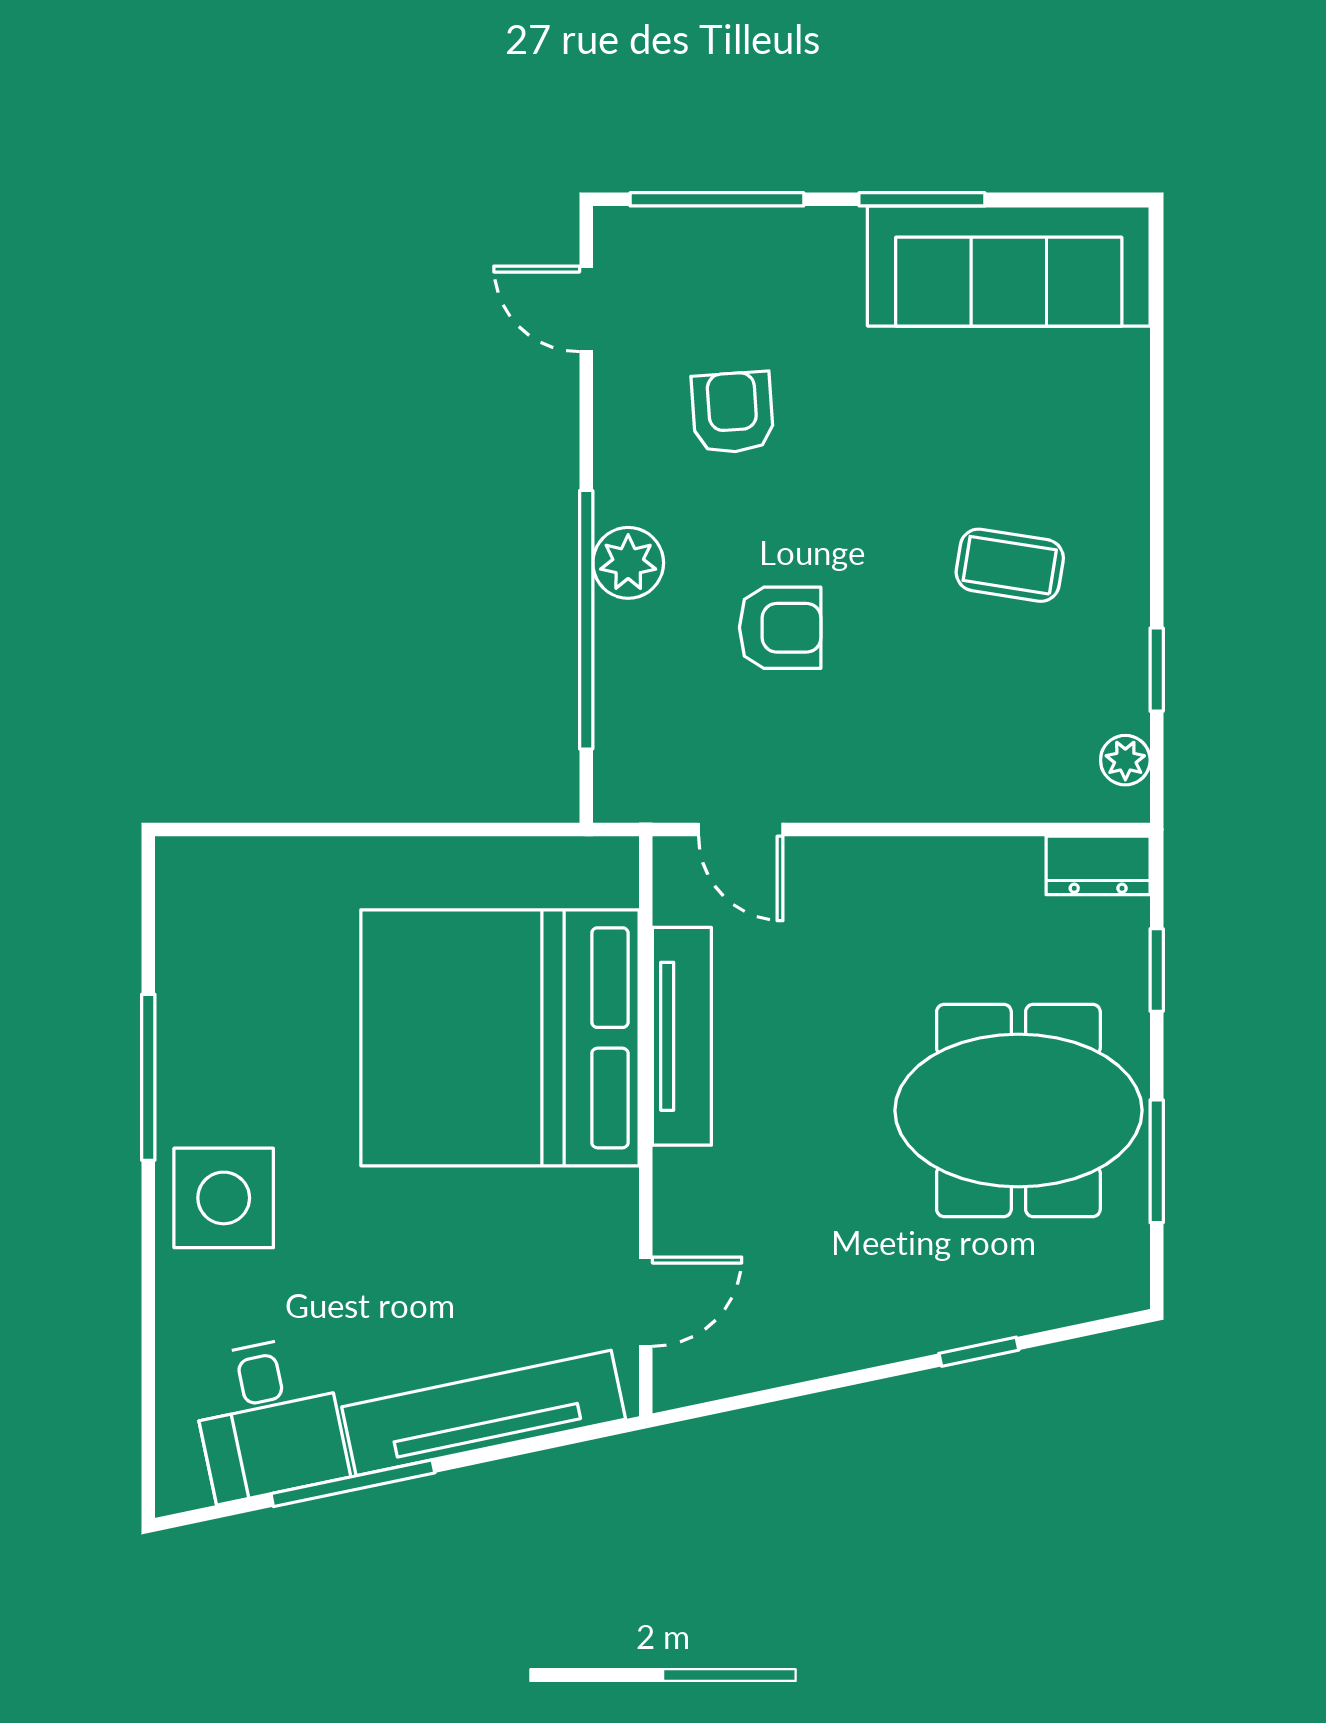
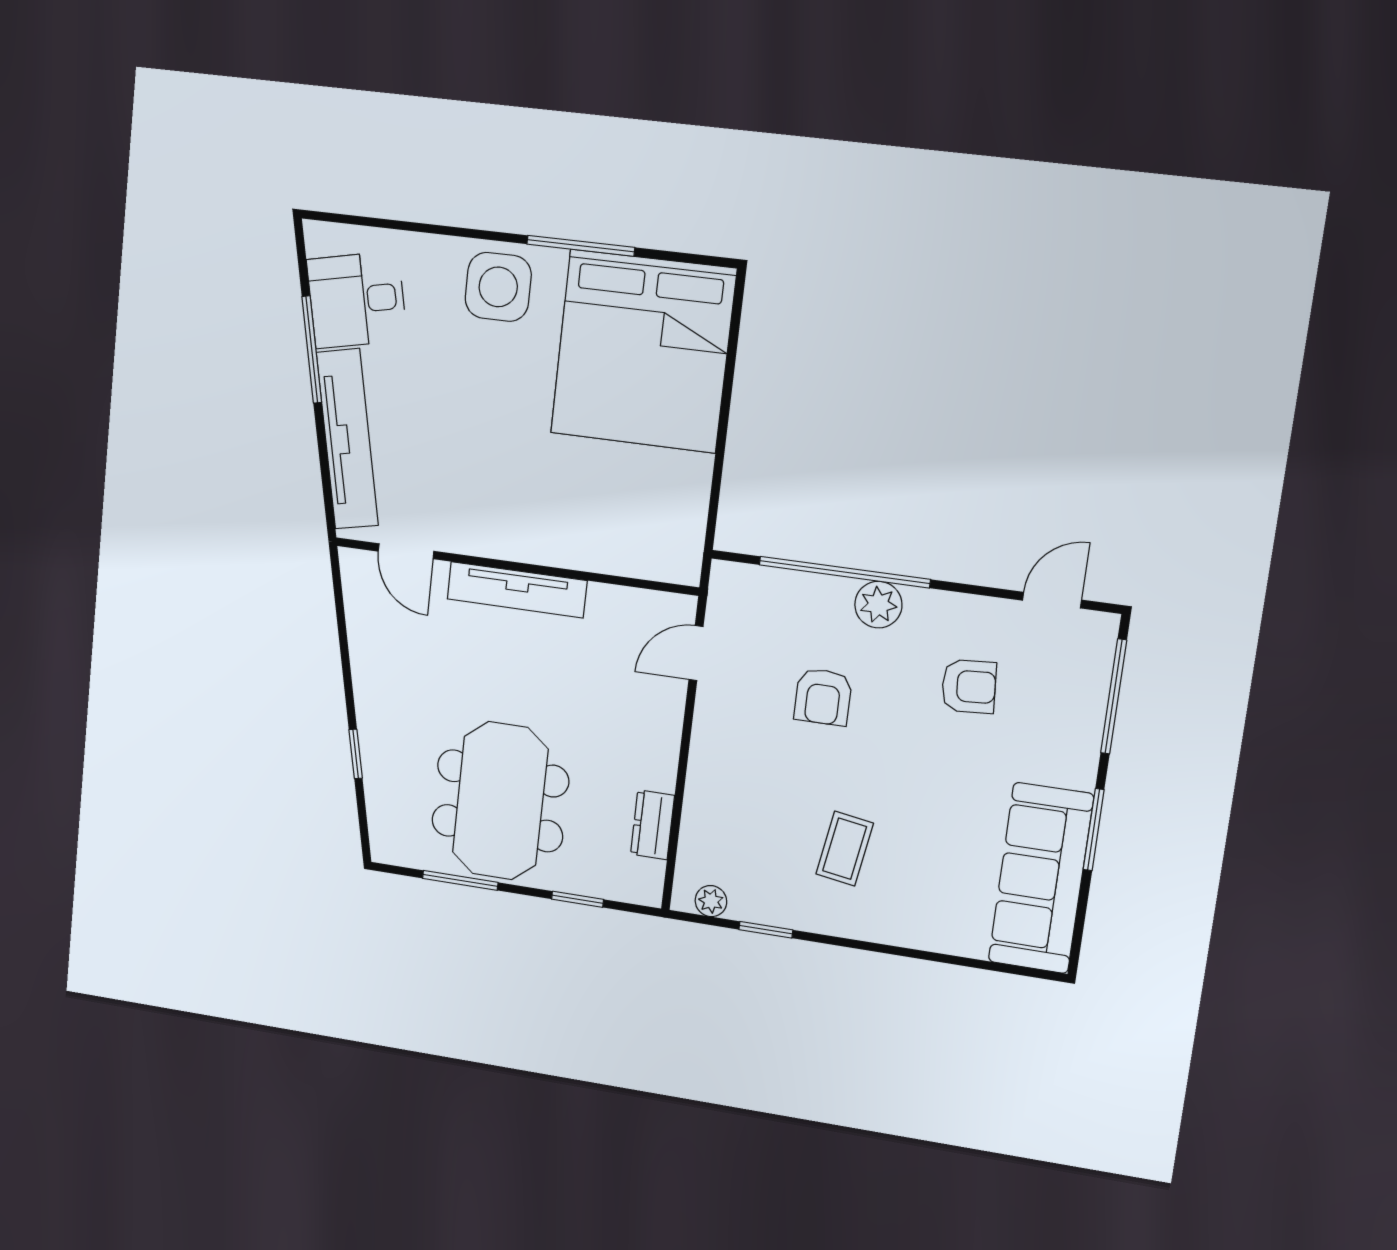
dresser: (1098, 865) -> (652, 825), moved
tv unit: (682, 1036) -> (517, 590), moved
bed: (500, 1038) -> (643, 351), moved, turned 180

